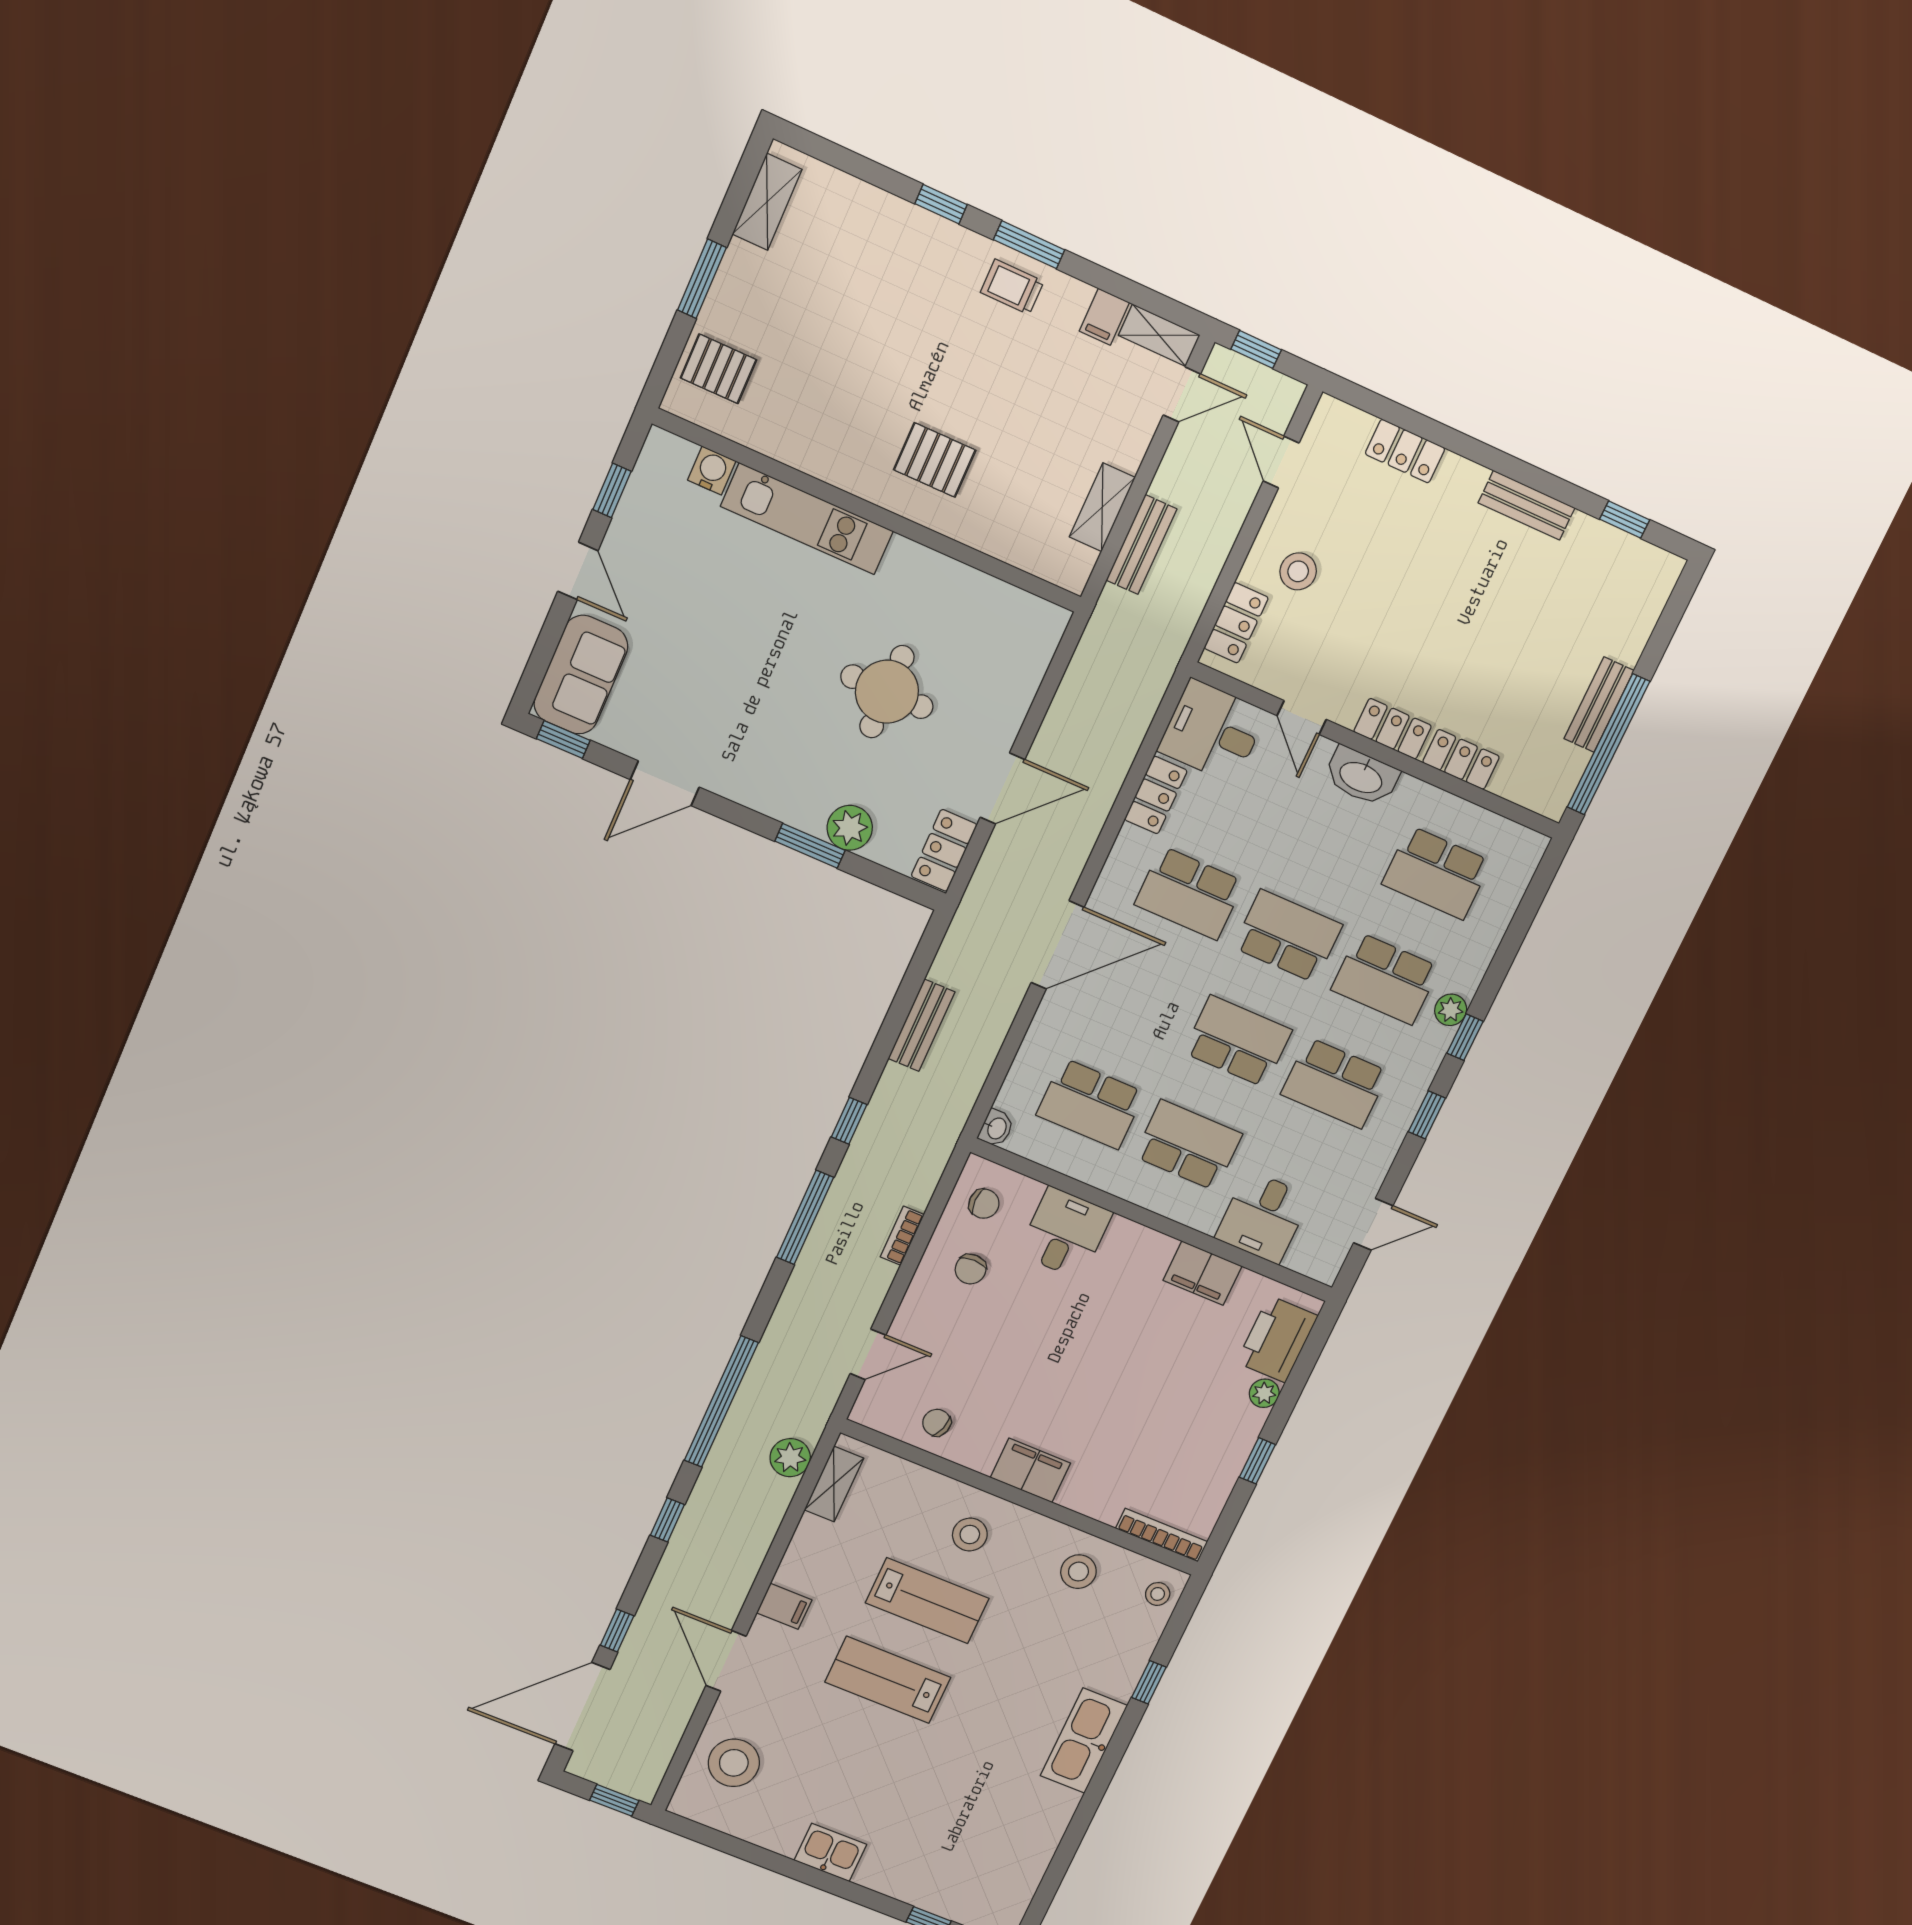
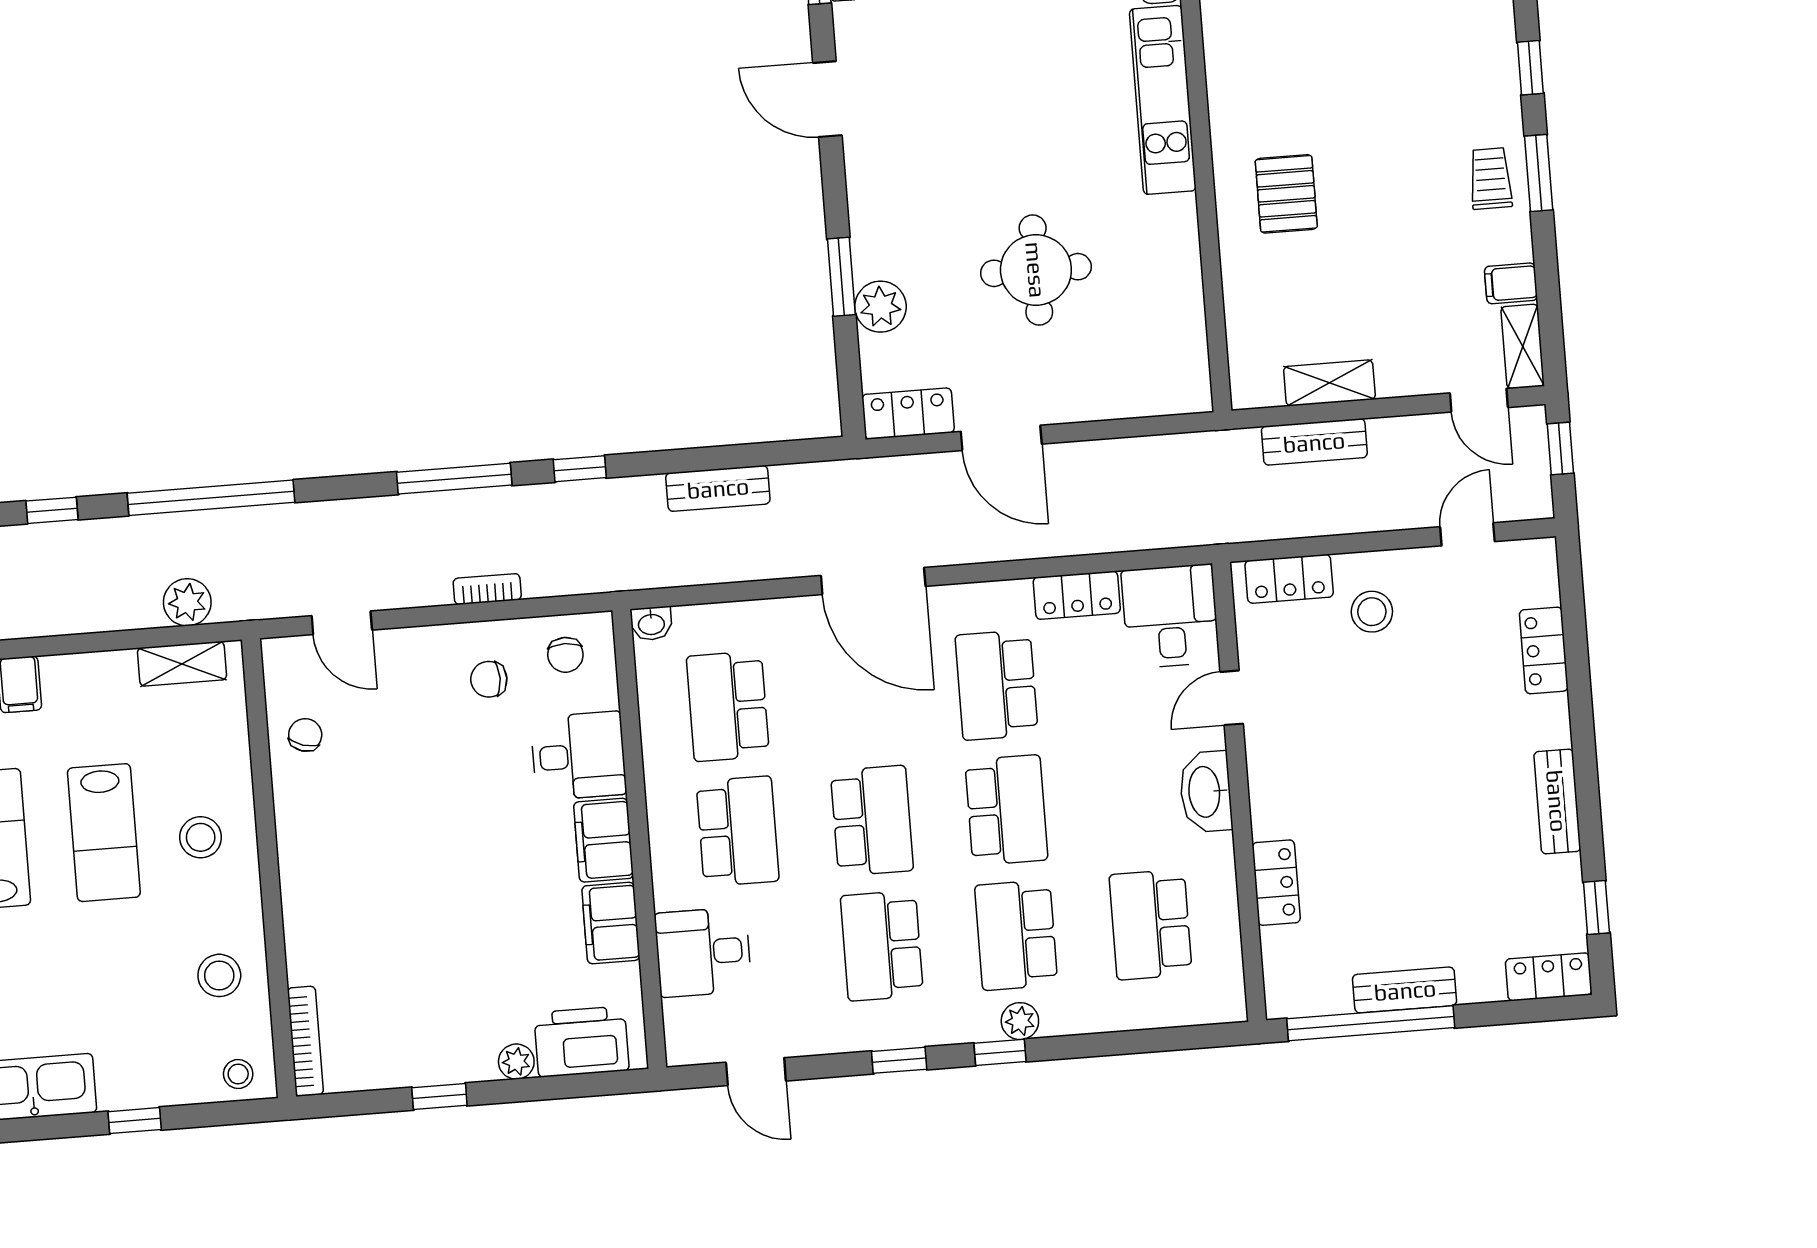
locker: (1393, 729) -> (1549, 977), moved, turned -90
filing cabinet: (1030, 1470) -> (604, 840), moved, turned 180

